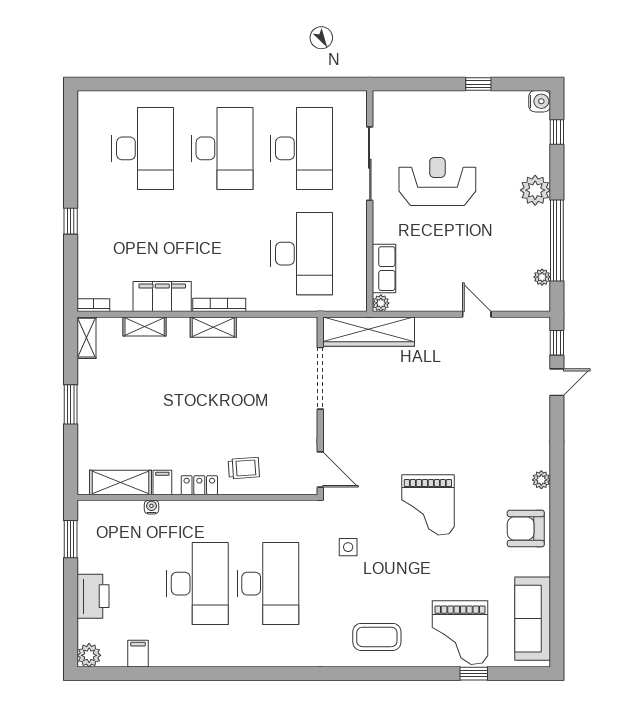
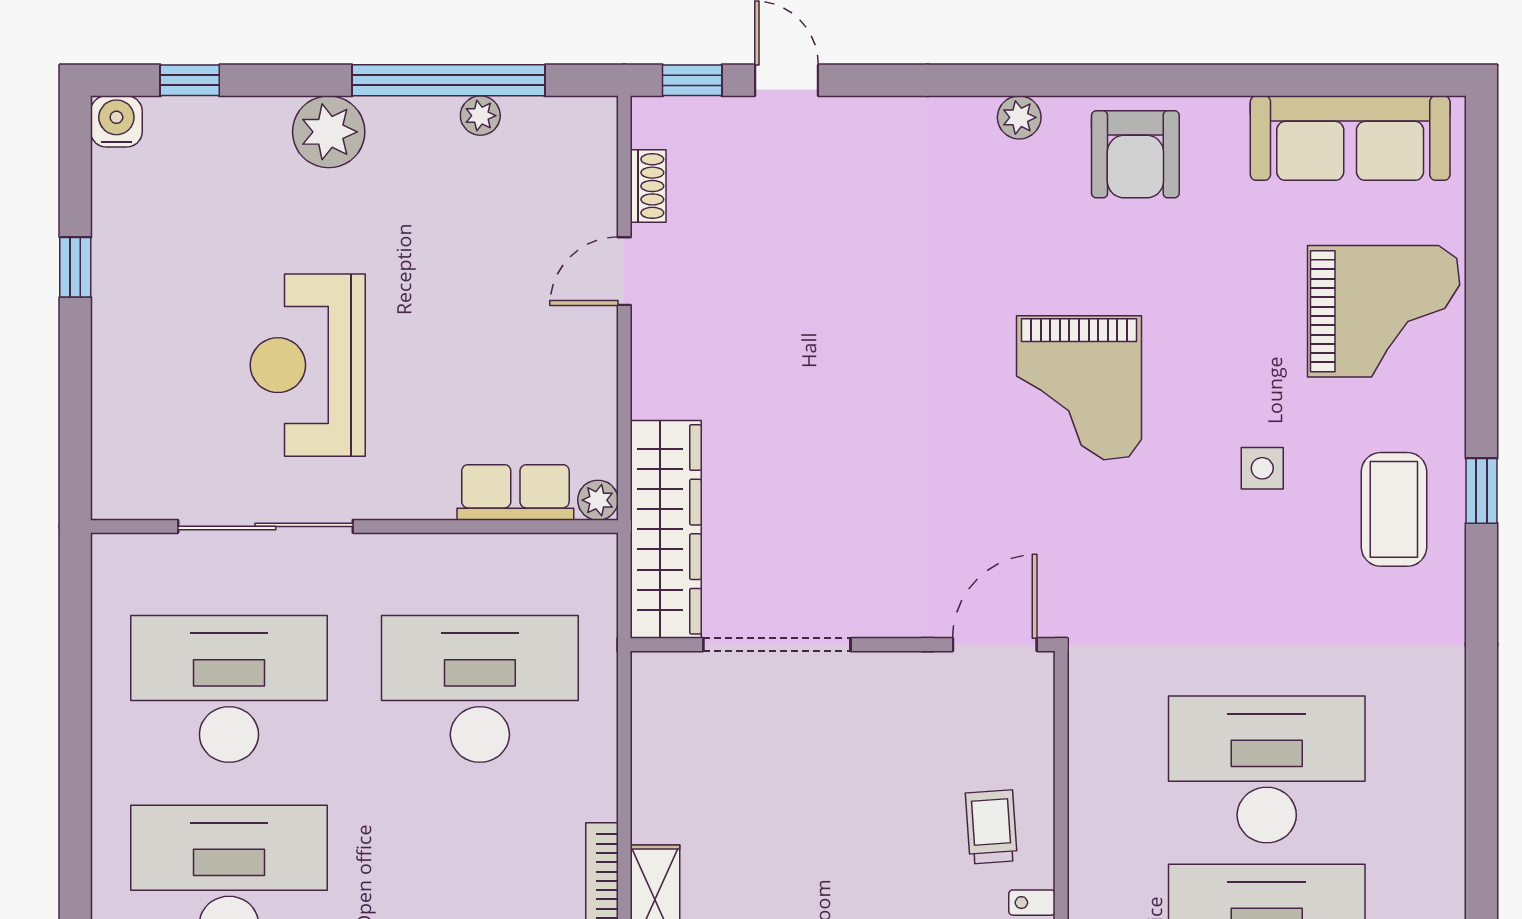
plant: (542, 277) -> (480, 116), moved
shoe rack: (512, 324) -> (648, 186), added
grand piano: (428, 505) -> (1079, 388), turned 90
side table: (348, 547) -> (1262, 468), moved
window: (474, 674) -> (1482, 491), moved

